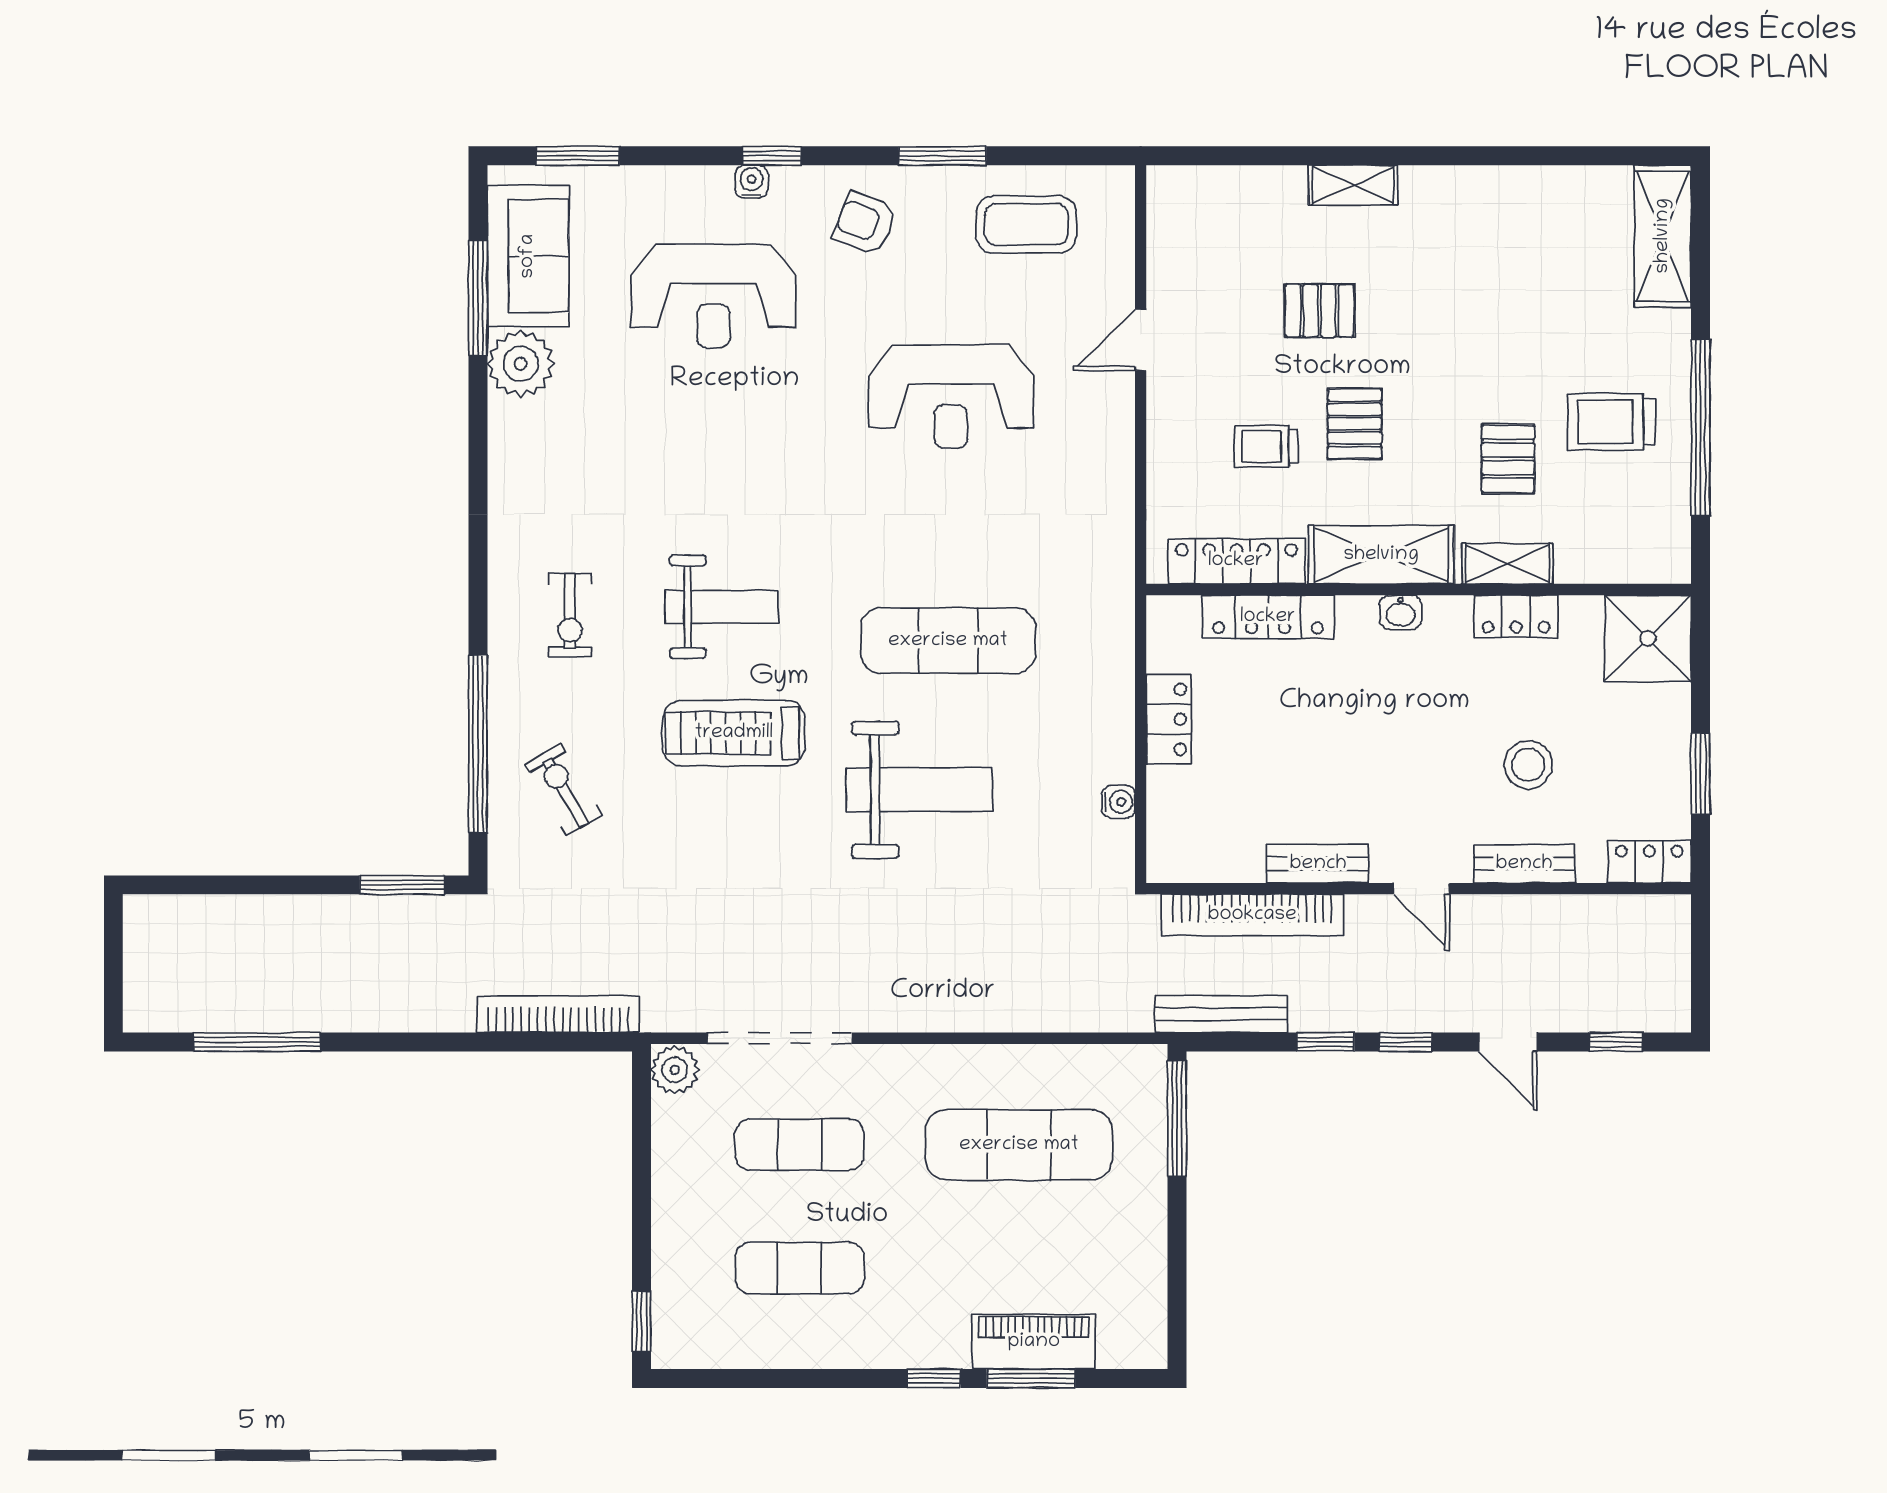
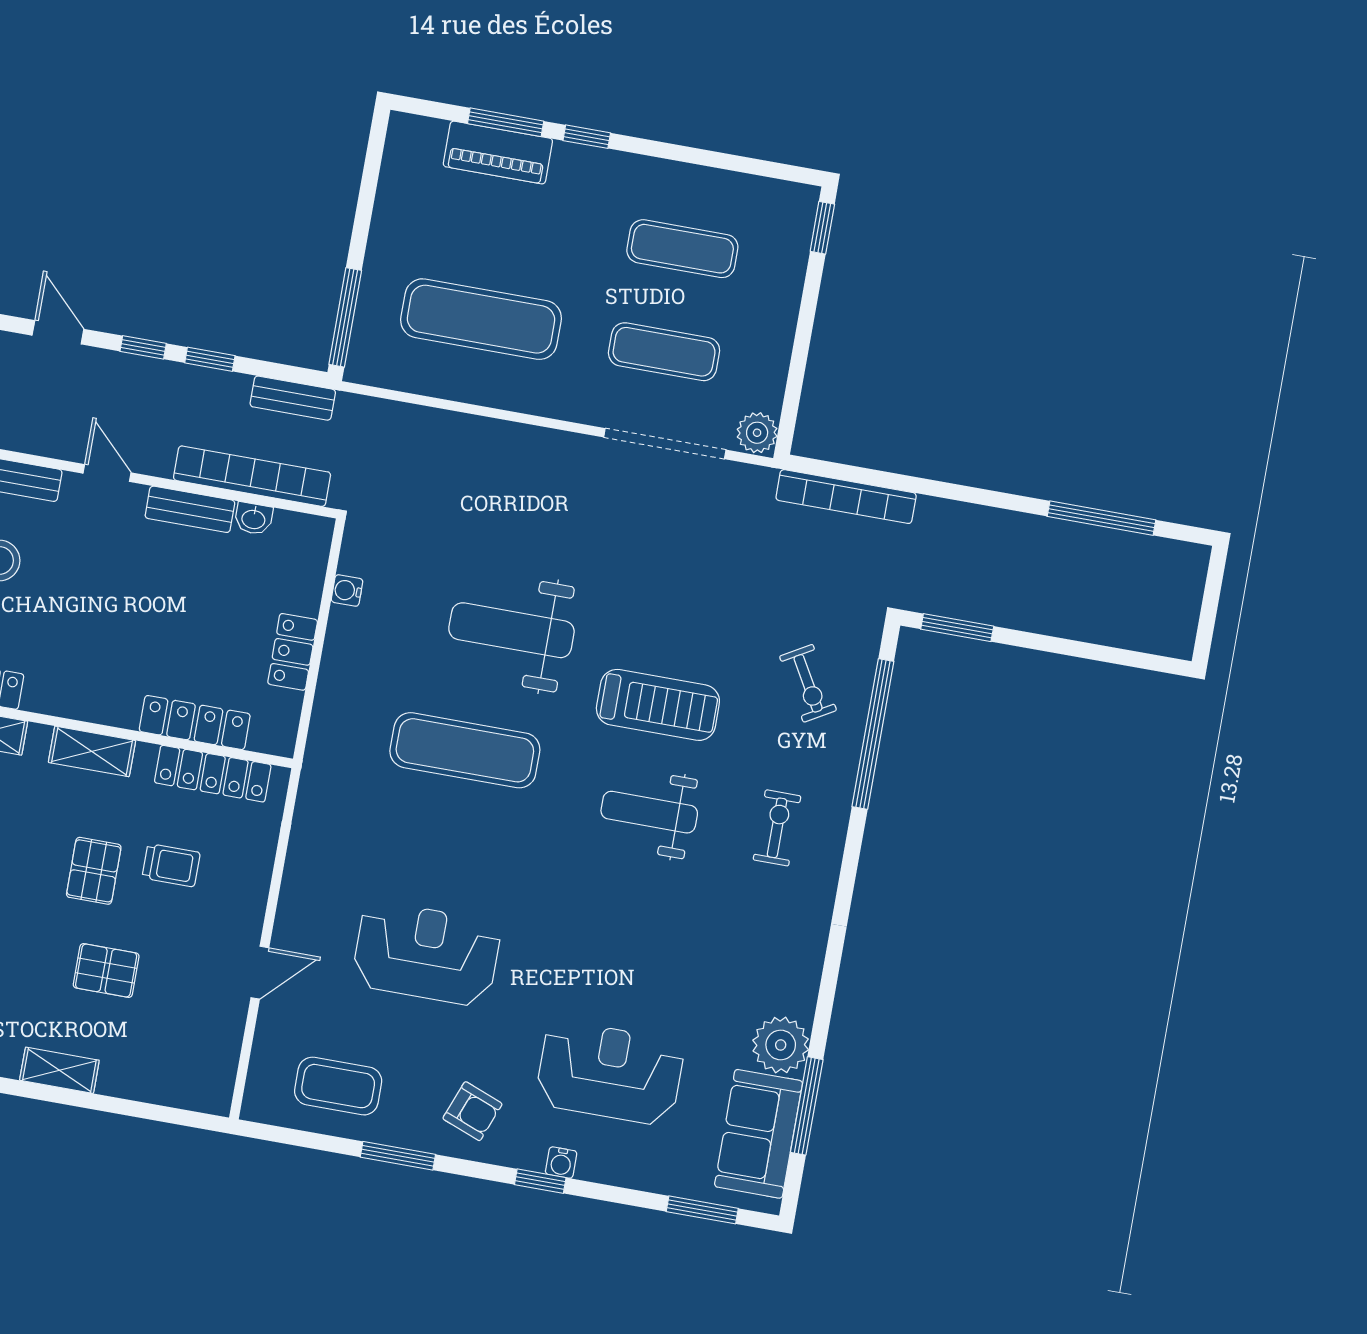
shelving: (1381, 555) -> (92, 751), width x0.67, depth x0.75
washbasin: (1401, 612) -> (254, 519), moved, turned 180
bench: (1221, 1014) -> (293, 398), width x0.73

